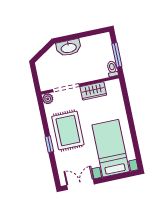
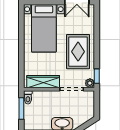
wardrobe: (93, 91) -> (43, 82), width x1.50
window: (49, 144) -> (97, 76), moved

